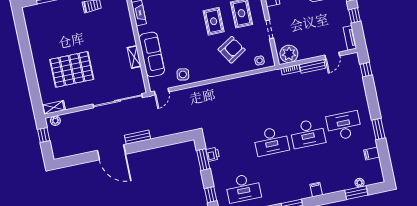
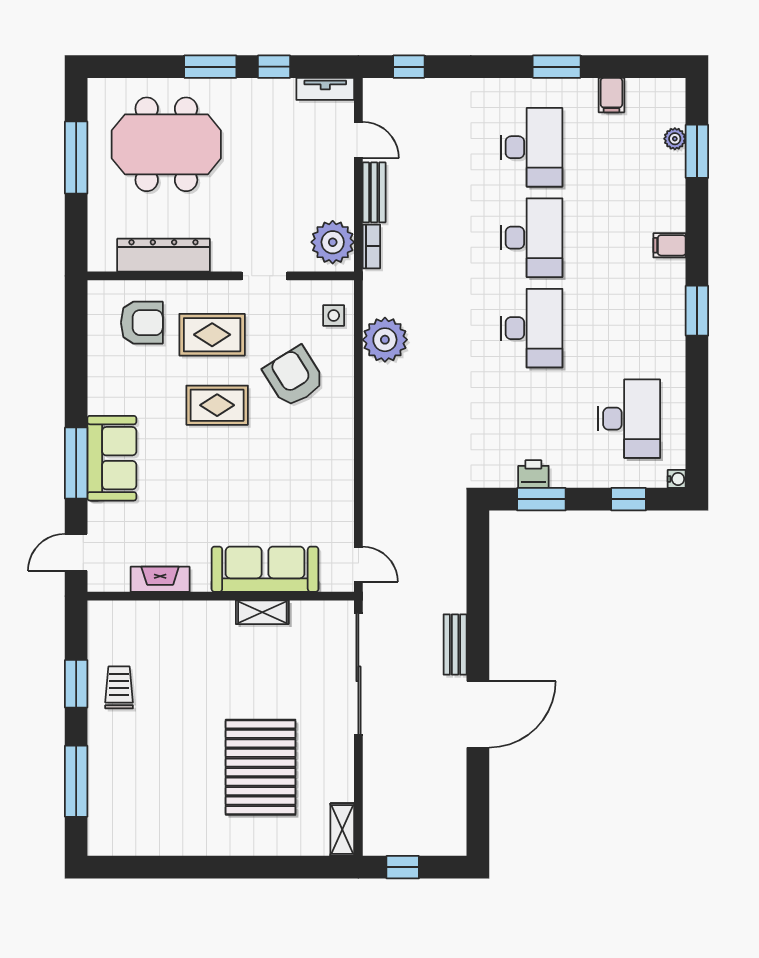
side table: (183, 74) -> (328, 505), removed
plant: (55, 121) -> (385, 340), moved, width x1.87, depth x1.87
desk: (344, 126) -> (532, 147), turned 180

